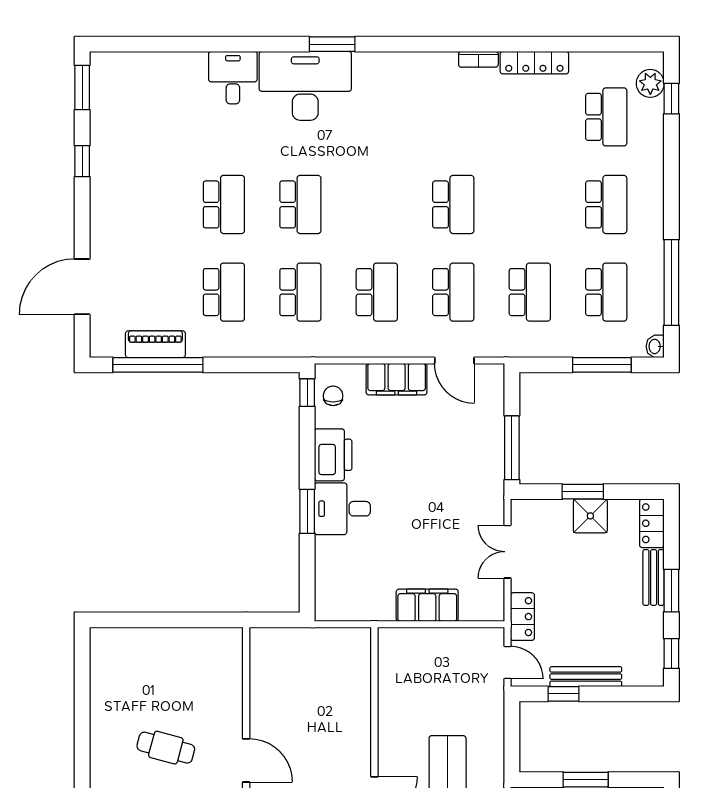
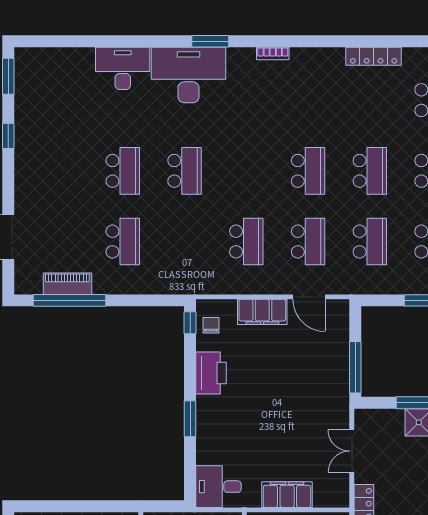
bookcase: (478, 59) -> (273, 54), moved
desk: (233, 78) -> (123, 68), width x1.37
school desk: (300, 292) -> (370, 171), moved
desk: (342, 509) -> (218, 487), moved

